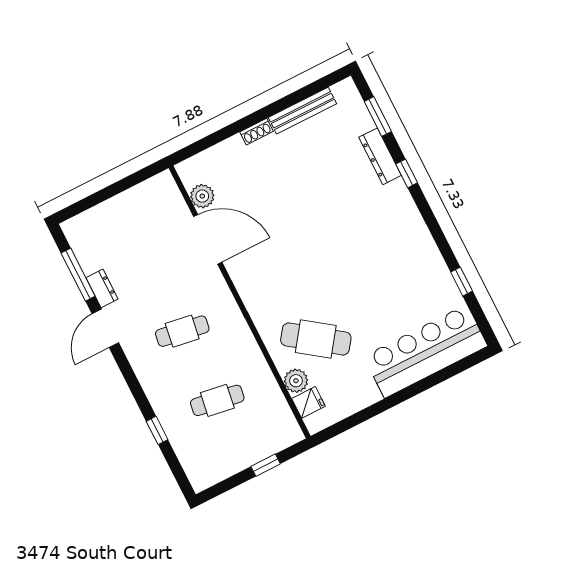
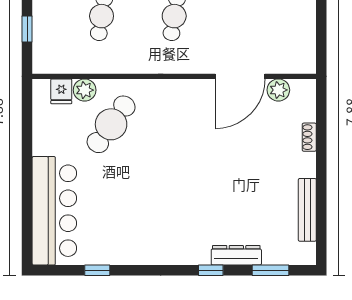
shoe rack: (256, 132) -> (309, 137), moved

